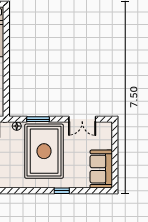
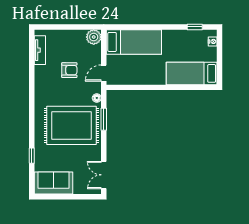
double door: (82, 119) -> (104, 175), moved
window: (62, 191) -> (32, 156), moved

